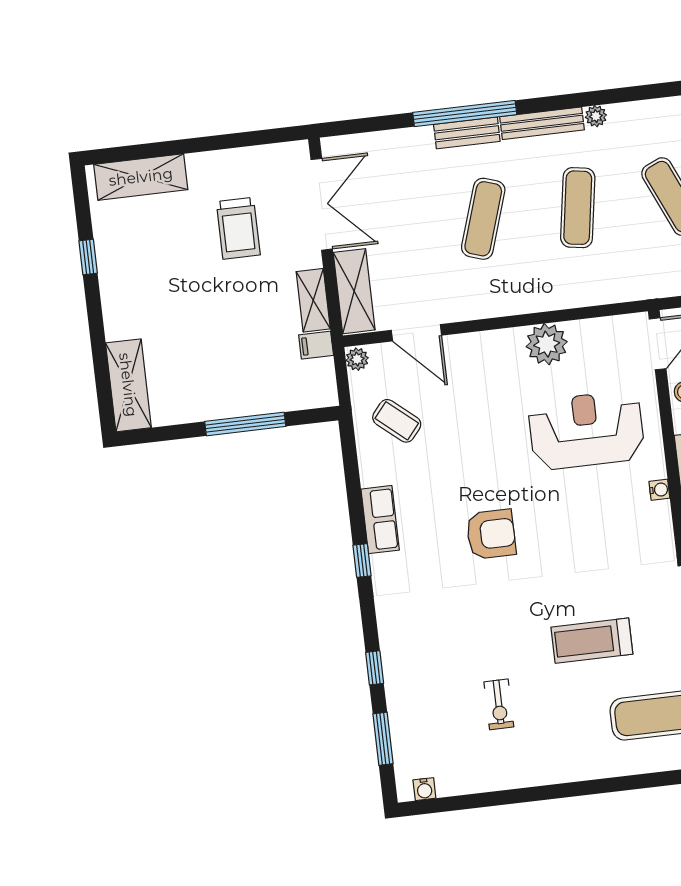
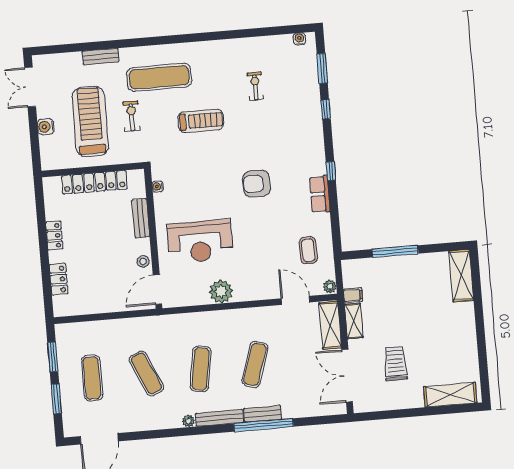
window: (88, 257) -> (482, 350), removed
coffee table: (397, 421) -> (308, 250), turned 49
water cooler: (659, 490) -> (158, 186), moved

